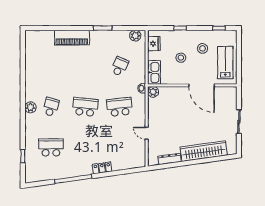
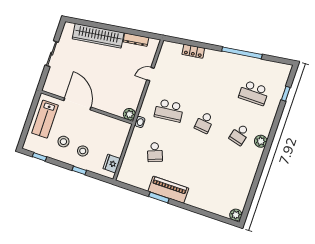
plant: (135, 36) -> (236, 215), moved
piano: (72, 38) -> (168, 190), moved
stool: (181, 58) -> (83, 151), moved
school desk: (120, 66) -> (155, 152), turned -45
kitchen sink: (154, 72) -> (122, 134), removed
school desk: (85, 107) -> (204, 123), width x0.54
door: (147, 133) -> (150, 74), swing flipped
locker: (102, 168) -> (193, 51), moved

